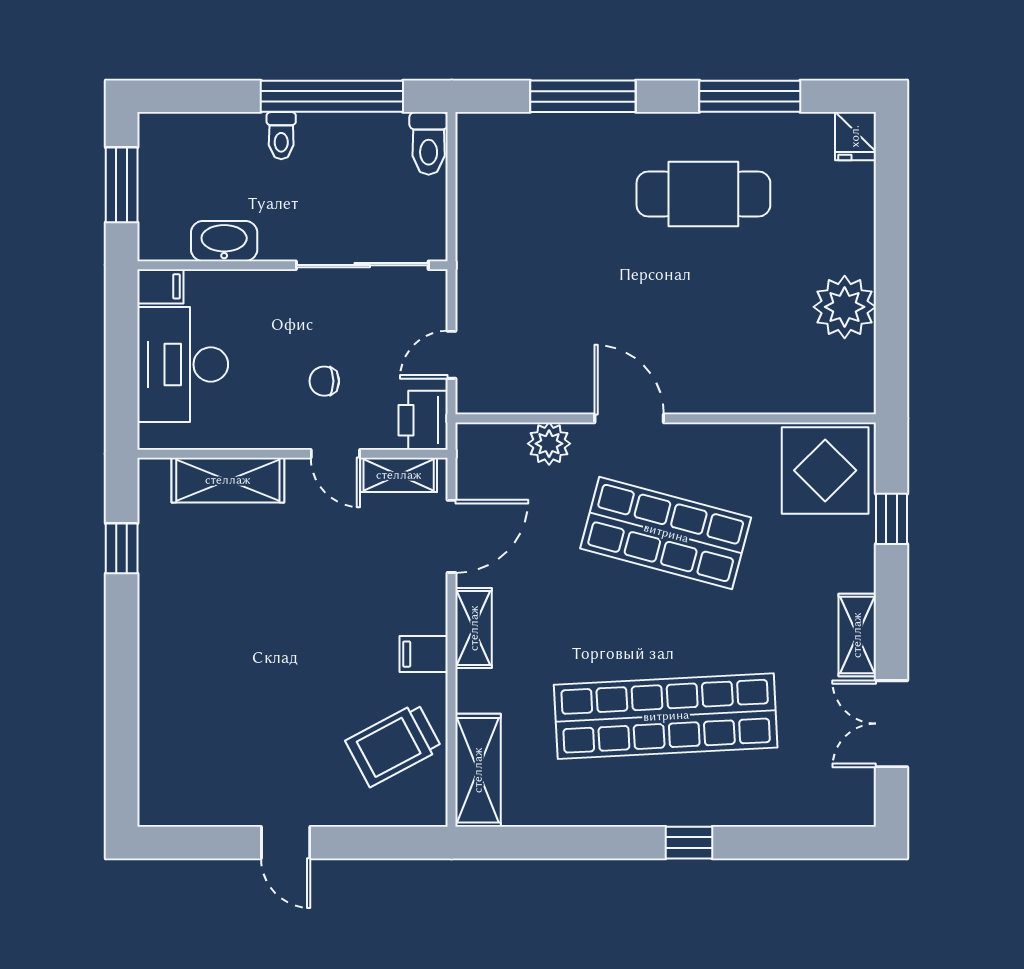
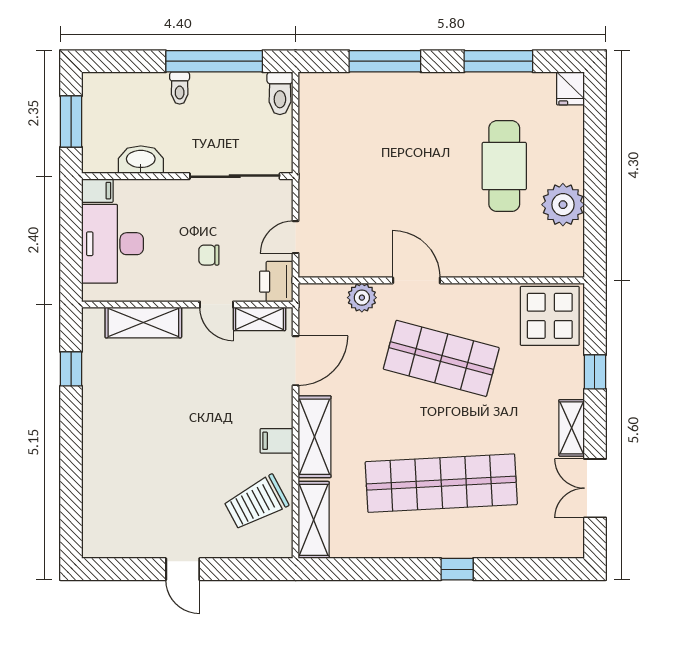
cafe table: (703, 194) -> (504, 166), moved, turned 90
window: (891, 519) -> (595, 372), moved
shelving: (474, 628) -> (315, 437), width x1.50, depth x1.33

